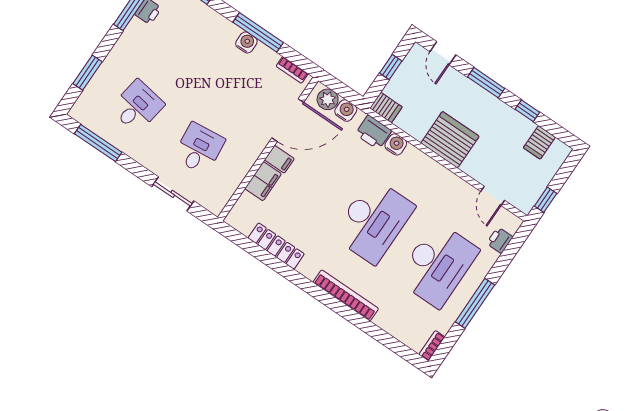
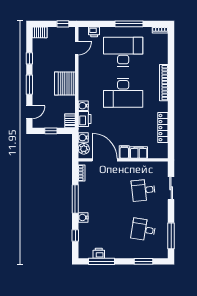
water cooler: (246, 42) -> (83, 217), moved
server rack: (539, 142) -> (40, 32), moved
desk: (373, 221) -> (123, 93), turned 180

